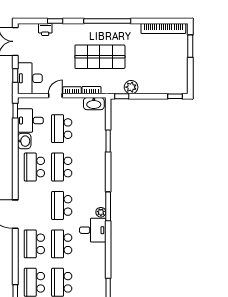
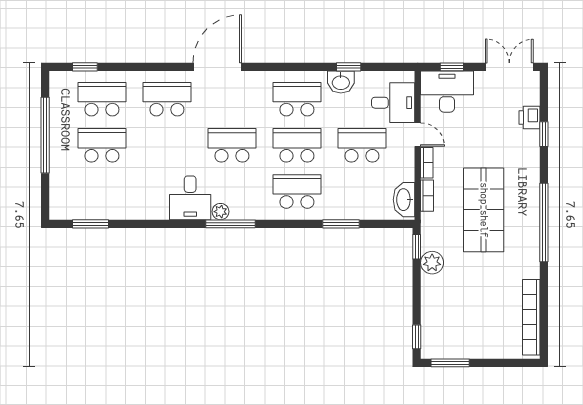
window: (190, 46) -> (450, 363), moved
window: (15, 111) -> (349, 67), moved
desk: (30, 121) -> (393, 103), moved, turned 90
school desk: (62, 244) -> (297, 192), moved

